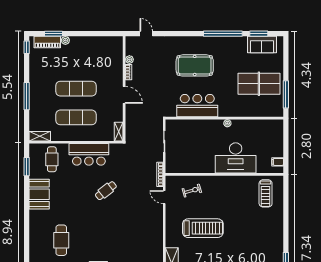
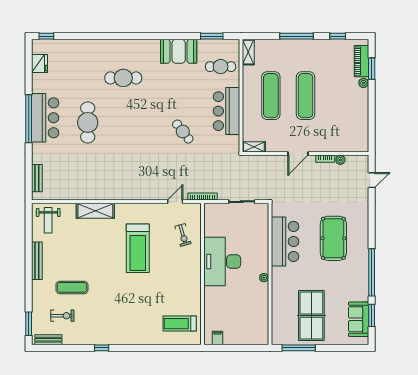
window: (27, 47) -> (338, 36), moved
desk: (236, 158) -> (222, 262), moved

